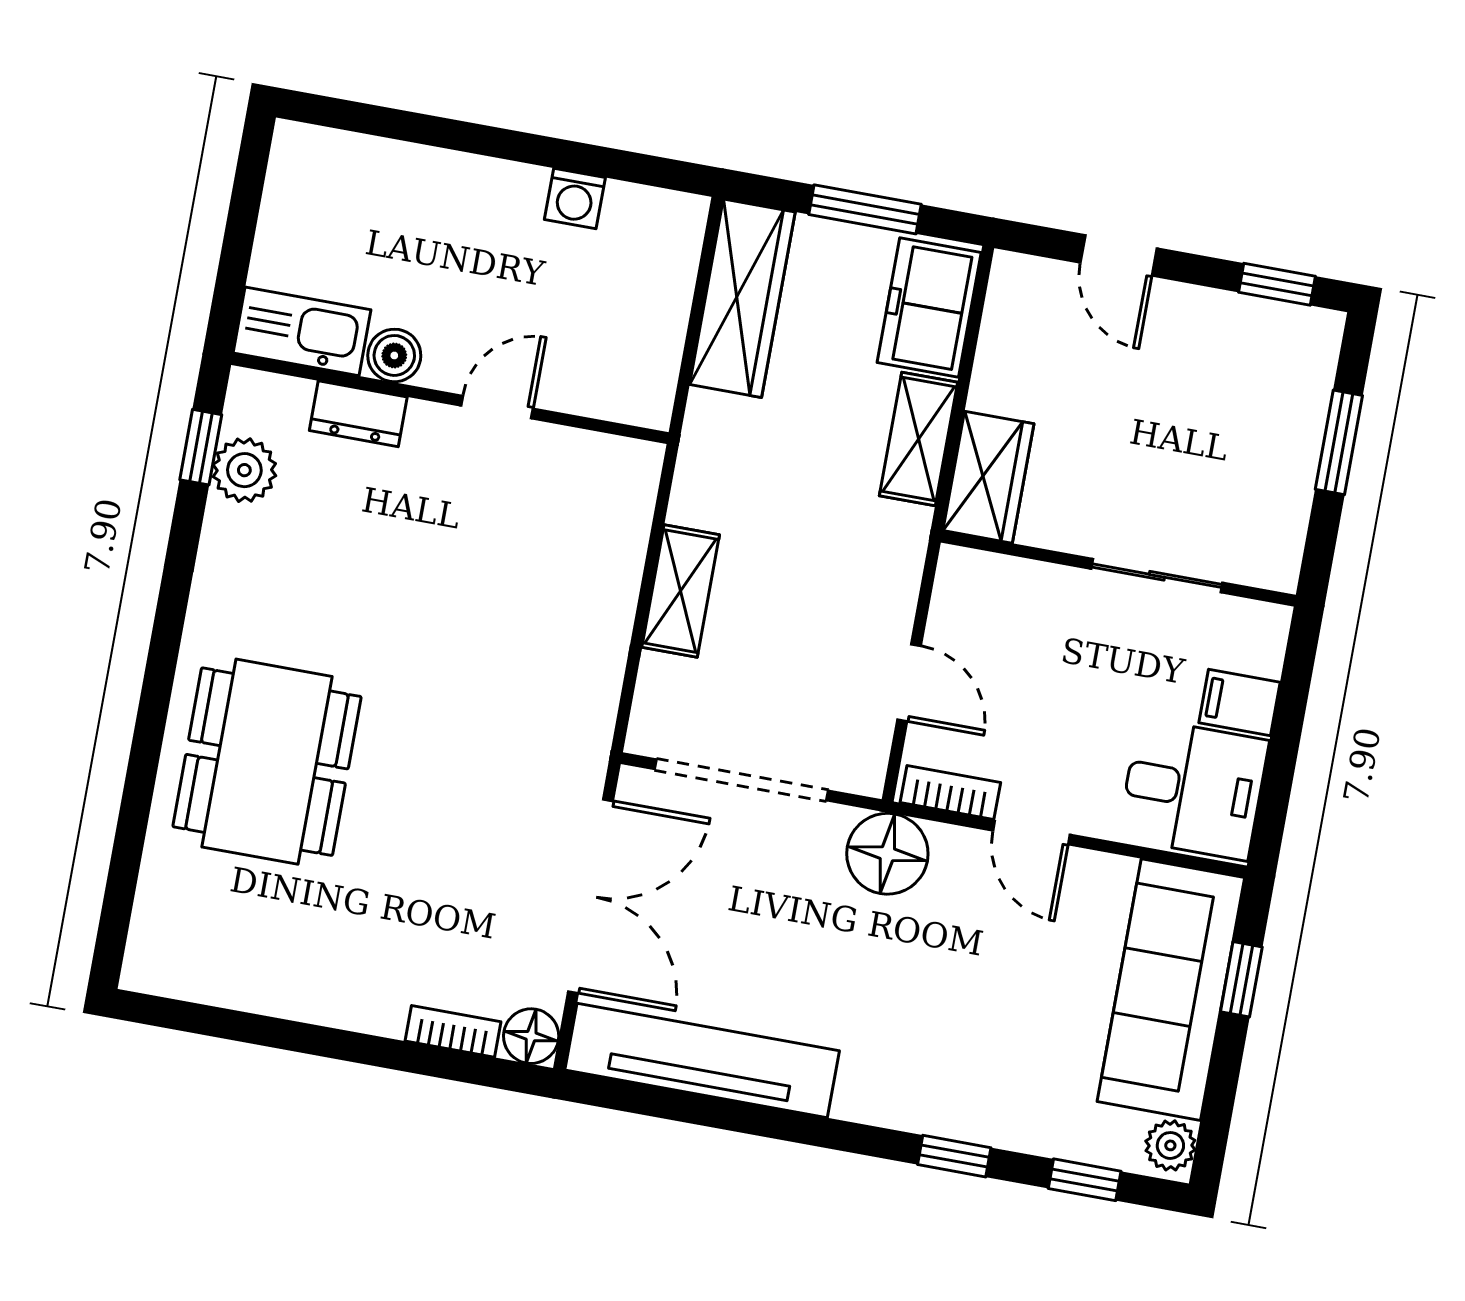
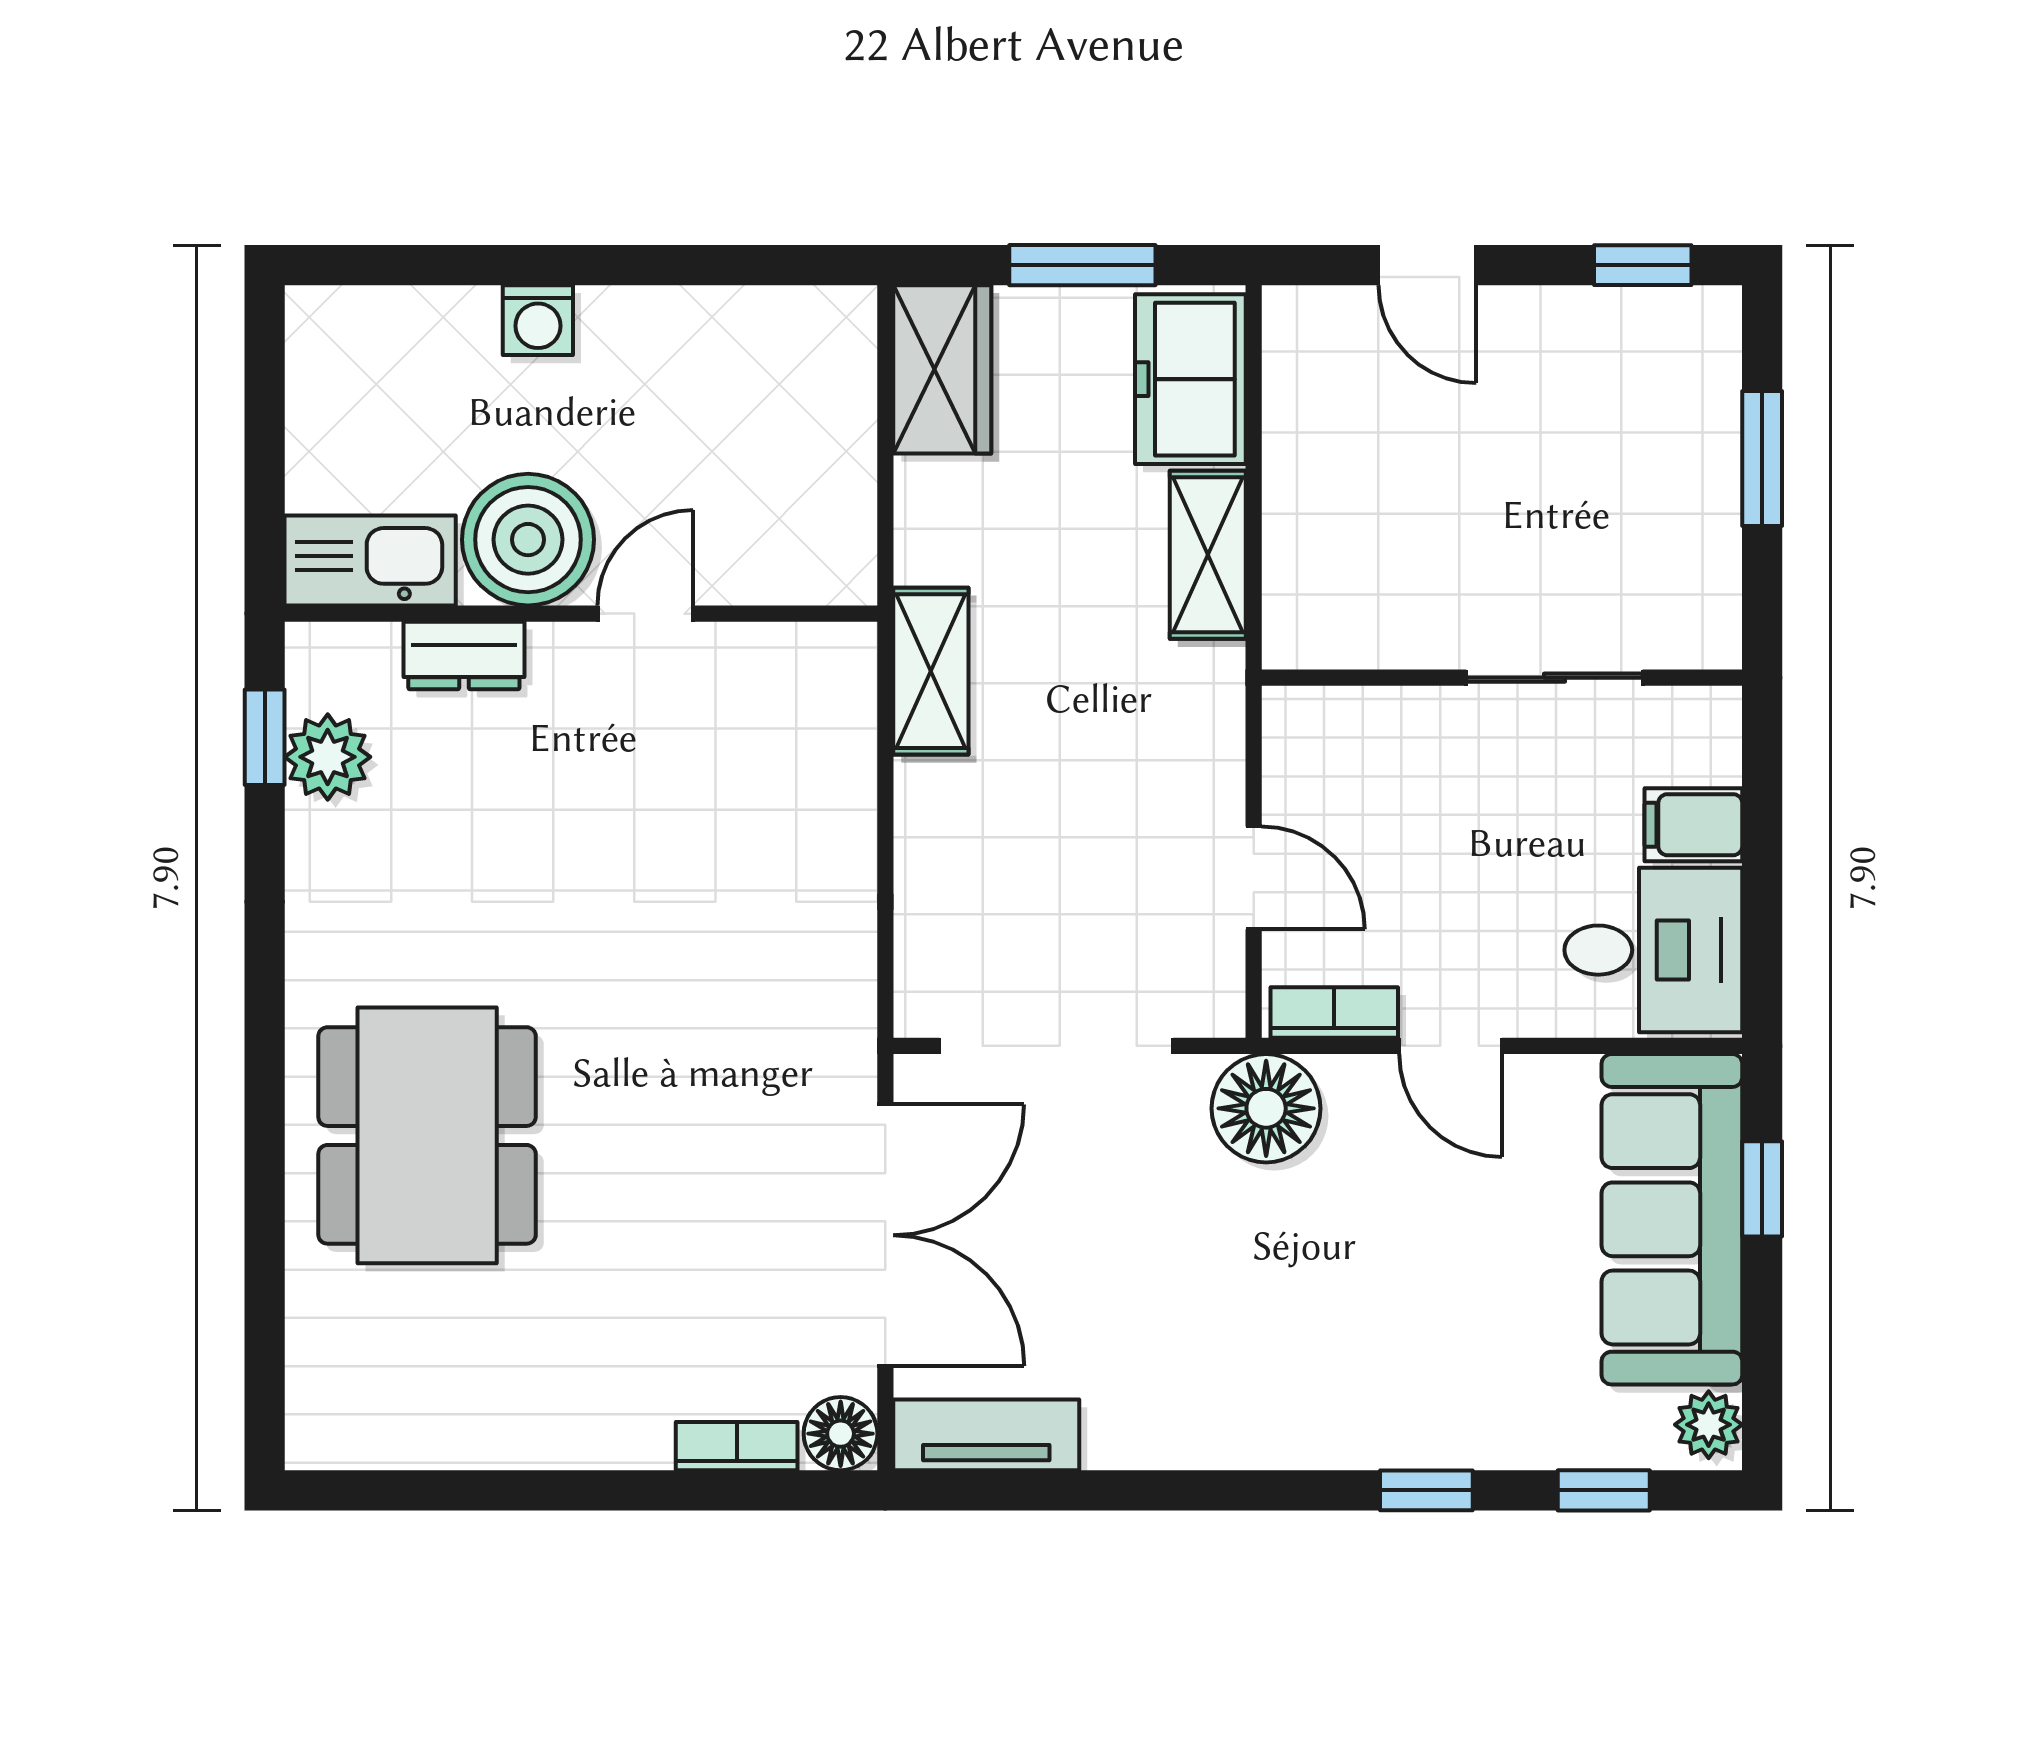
washing machine: (575, 198) -> (538, 320), moved
wardrobe: (742, 298) -> (942, 369), width x0.67
boiler: (394, 355) -> (528, 540), width x1.86, depth x1.86
wardrobe: (988, 477) -> (1309, 588), removed
shelving: (681, 591) -> (931, 671), moved
tv unit: (702, 1060) -> (986, 1435), width x0.52, depth x0.78

